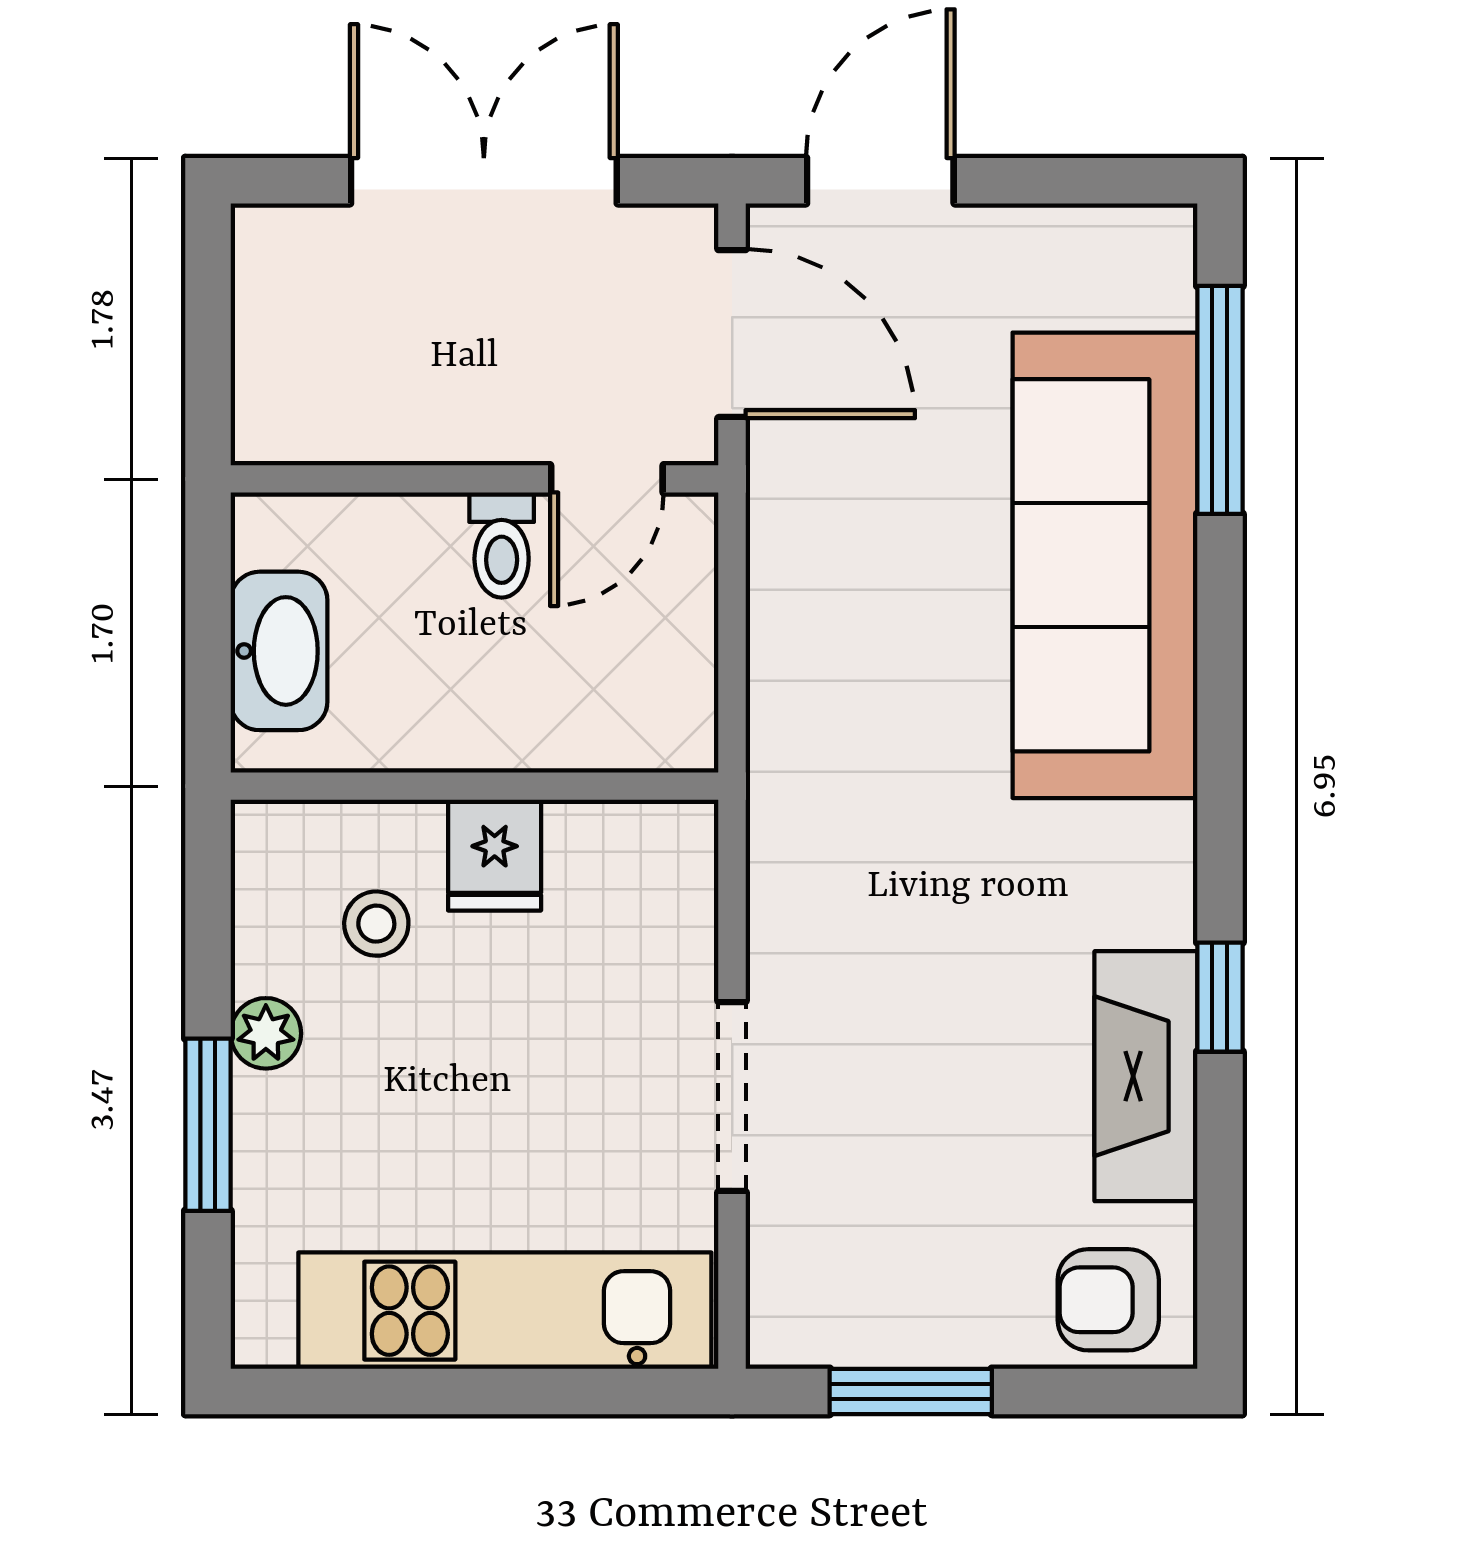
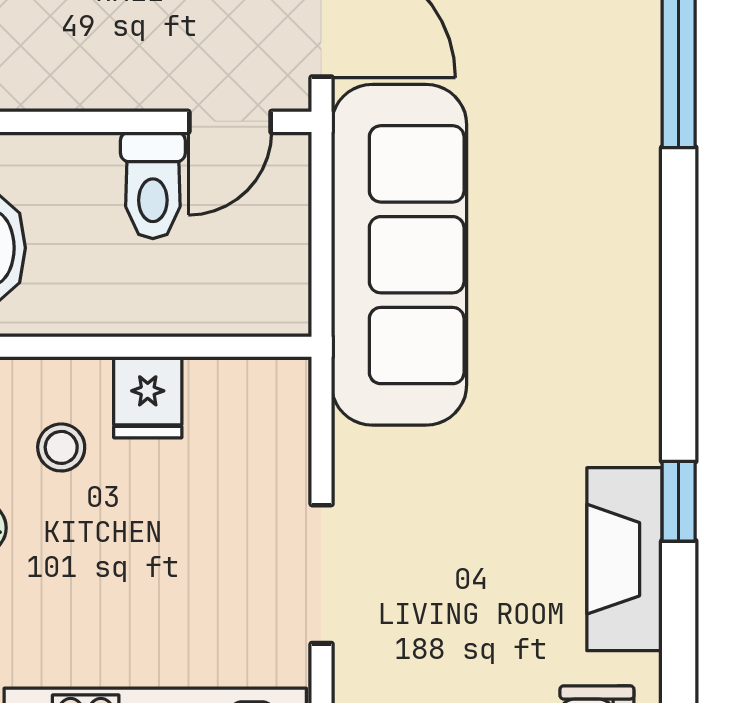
toilet: (502, 545) -> (153, 185), width x1.37, depth x1.39
sofa: (1105, 565) -> (399, 255), moved, turned 180

